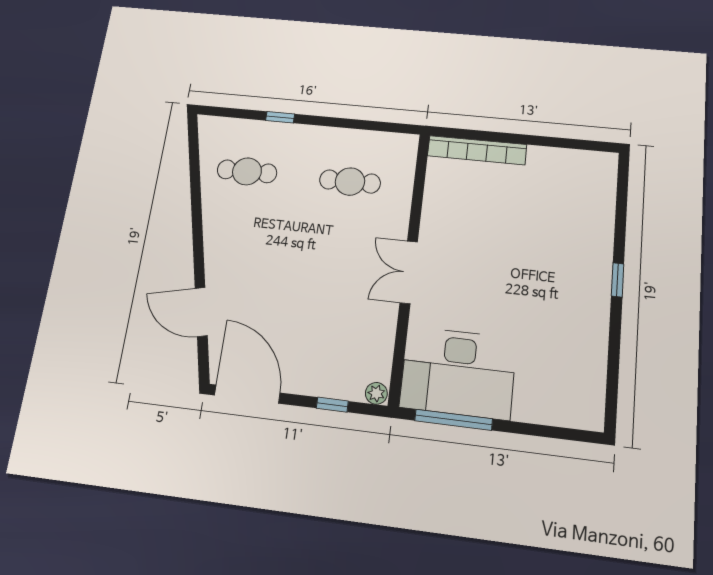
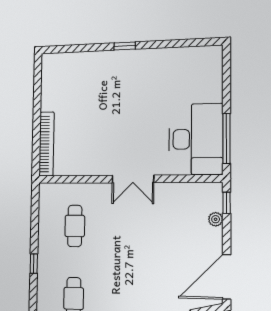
window: (280, 117) -> (34, 264), moved
plant: (376, 393) -> (216, 219), moved
window: (332, 405) -> (227, 203), moved

